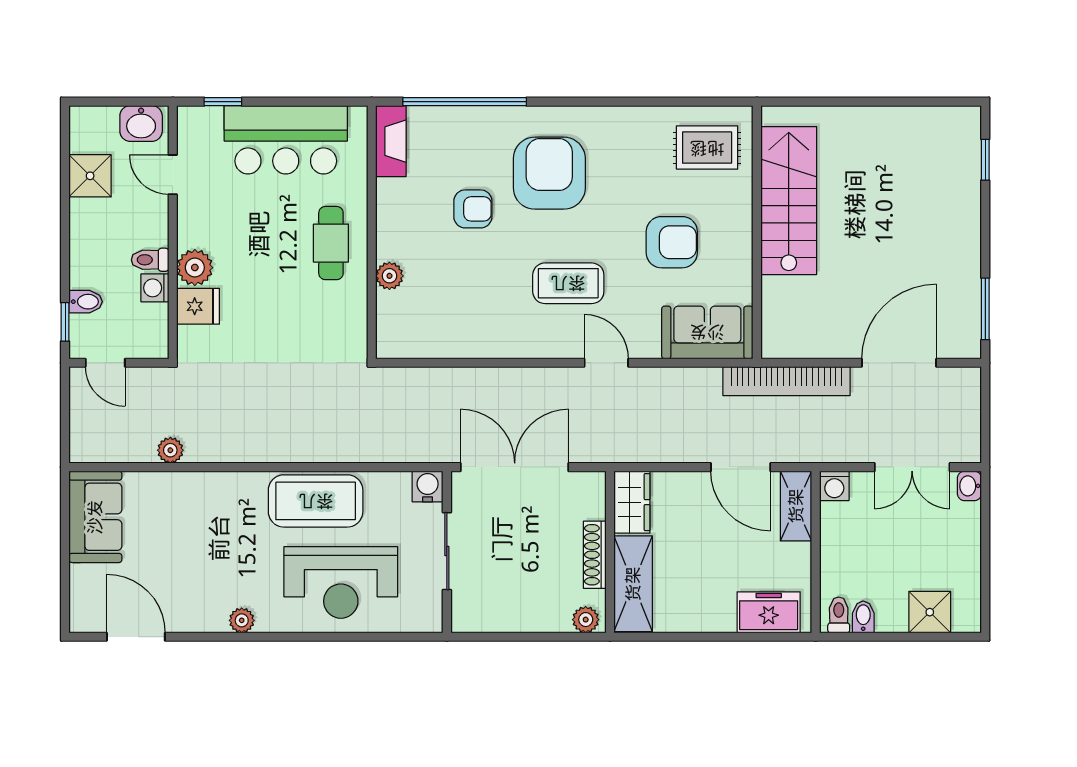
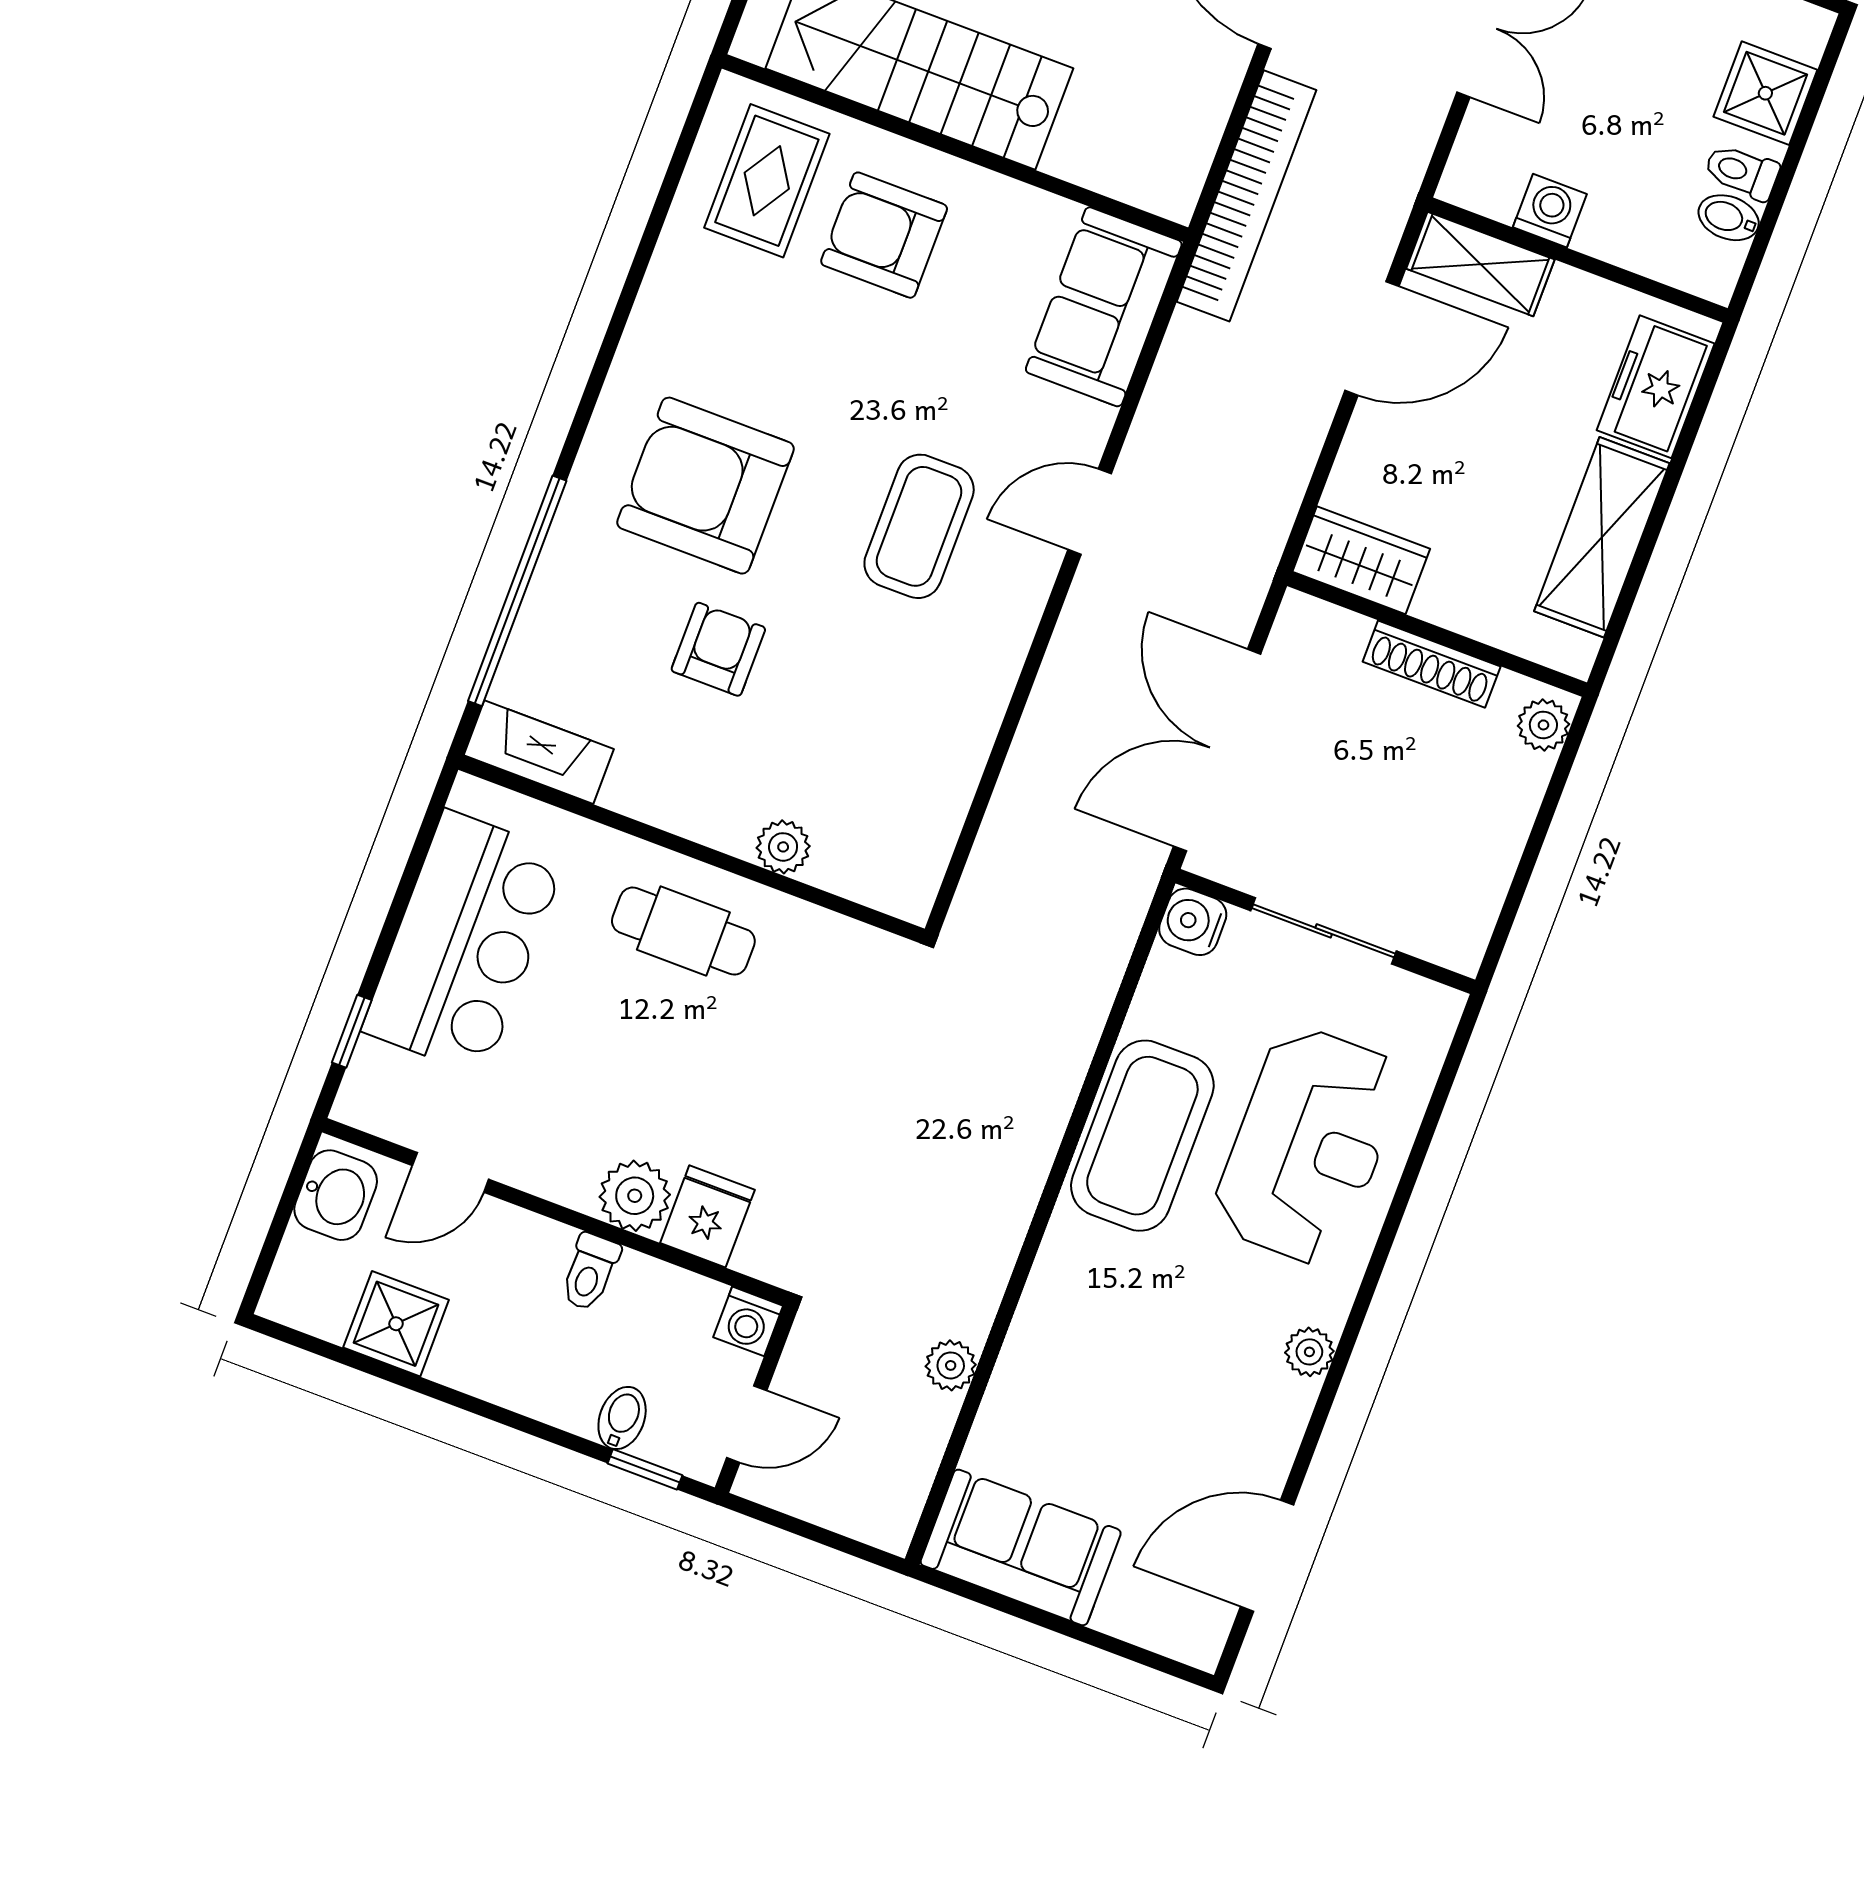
armchair: (672, 242) -> (884, 235), moved, turned -90
washing machine: (155, 288) -> (748, 1321), moved
washing machine: (834, 486) -> (1550, 211), moved, turned -90
shelving: (633, 584) -> (1602, 537), moved, turned 90
toilet: (839, 615) -> (1742, 172), moved

